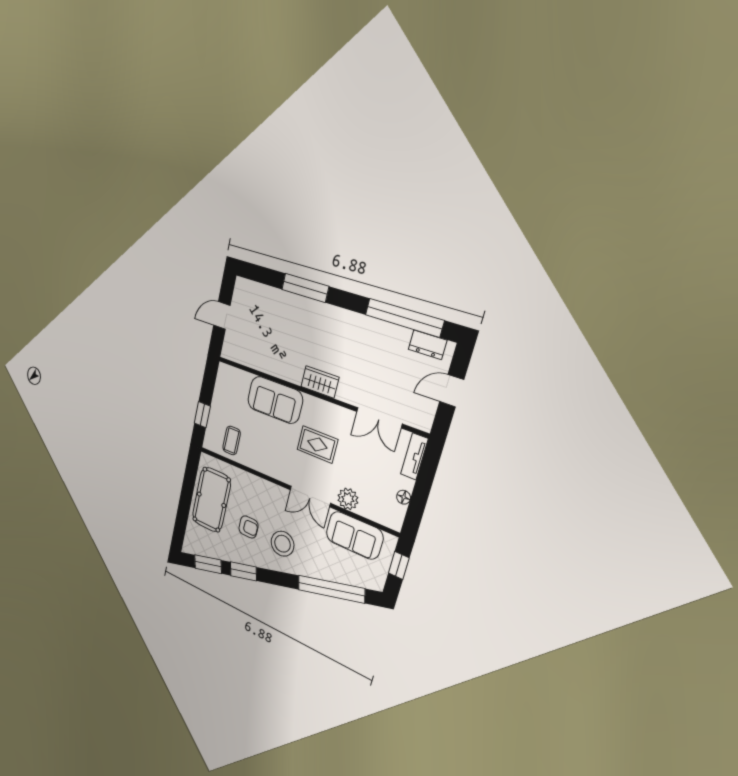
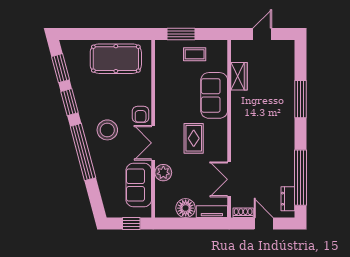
door: (222, 315) -> (262, 34), hinge flipped
wardrobe: (320, 382) -> (239, 76), moved
window: (202, 415) -> (181, 34), width x1.50
shoe rack: (428, 415) -> (243, 213), added
coffee table: (232, 441) -> (195, 54), moved
floor lamp: (404, 497) -> (186, 208), width x1.89, depth x1.89
armchair: (248, 527) -> (141, 114), moved
window: (331, 589) -> (83, 152), moved

